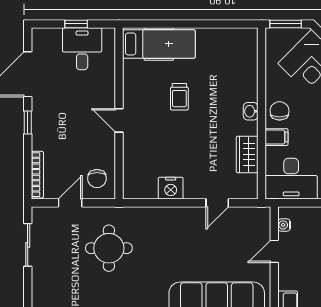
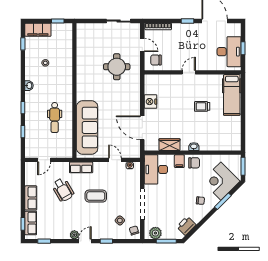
desk: (82, 49) -> (229, 52), width x1.37
door: (217, 203) -> (142, 128), width x1.87

